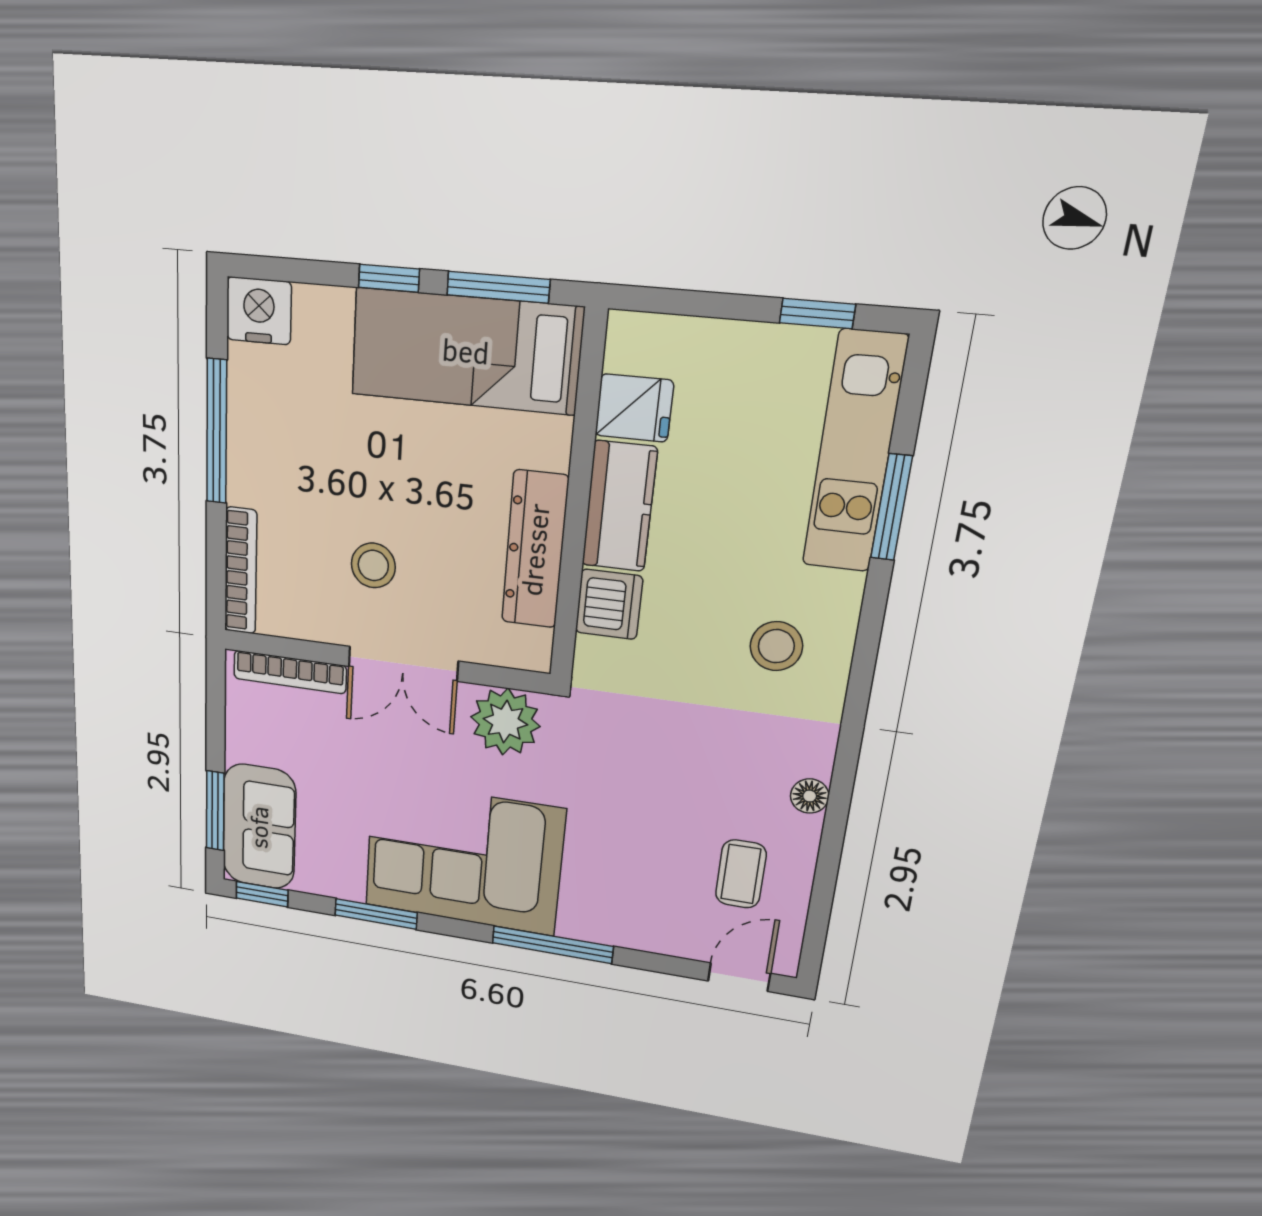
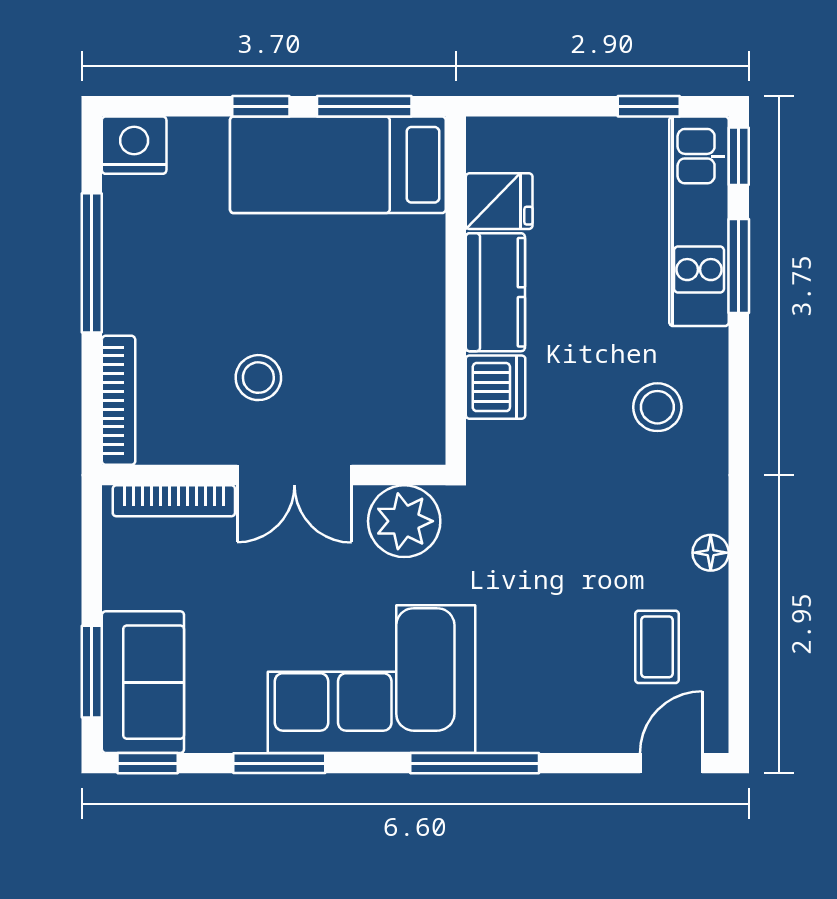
window: (914, 382) -> (739, 156), added
dresser: (535, 550) -> (419, 343), removed

